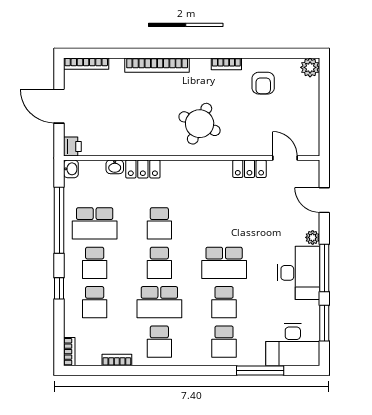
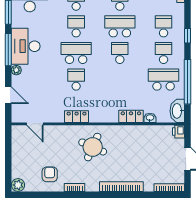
washbasin: (71, 169) -> (177, 111), width x1.91, depth x1.45
locker: (249, 169) -> (77, 117), moved
school desk: (159, 223) -> (76, 80), moved

